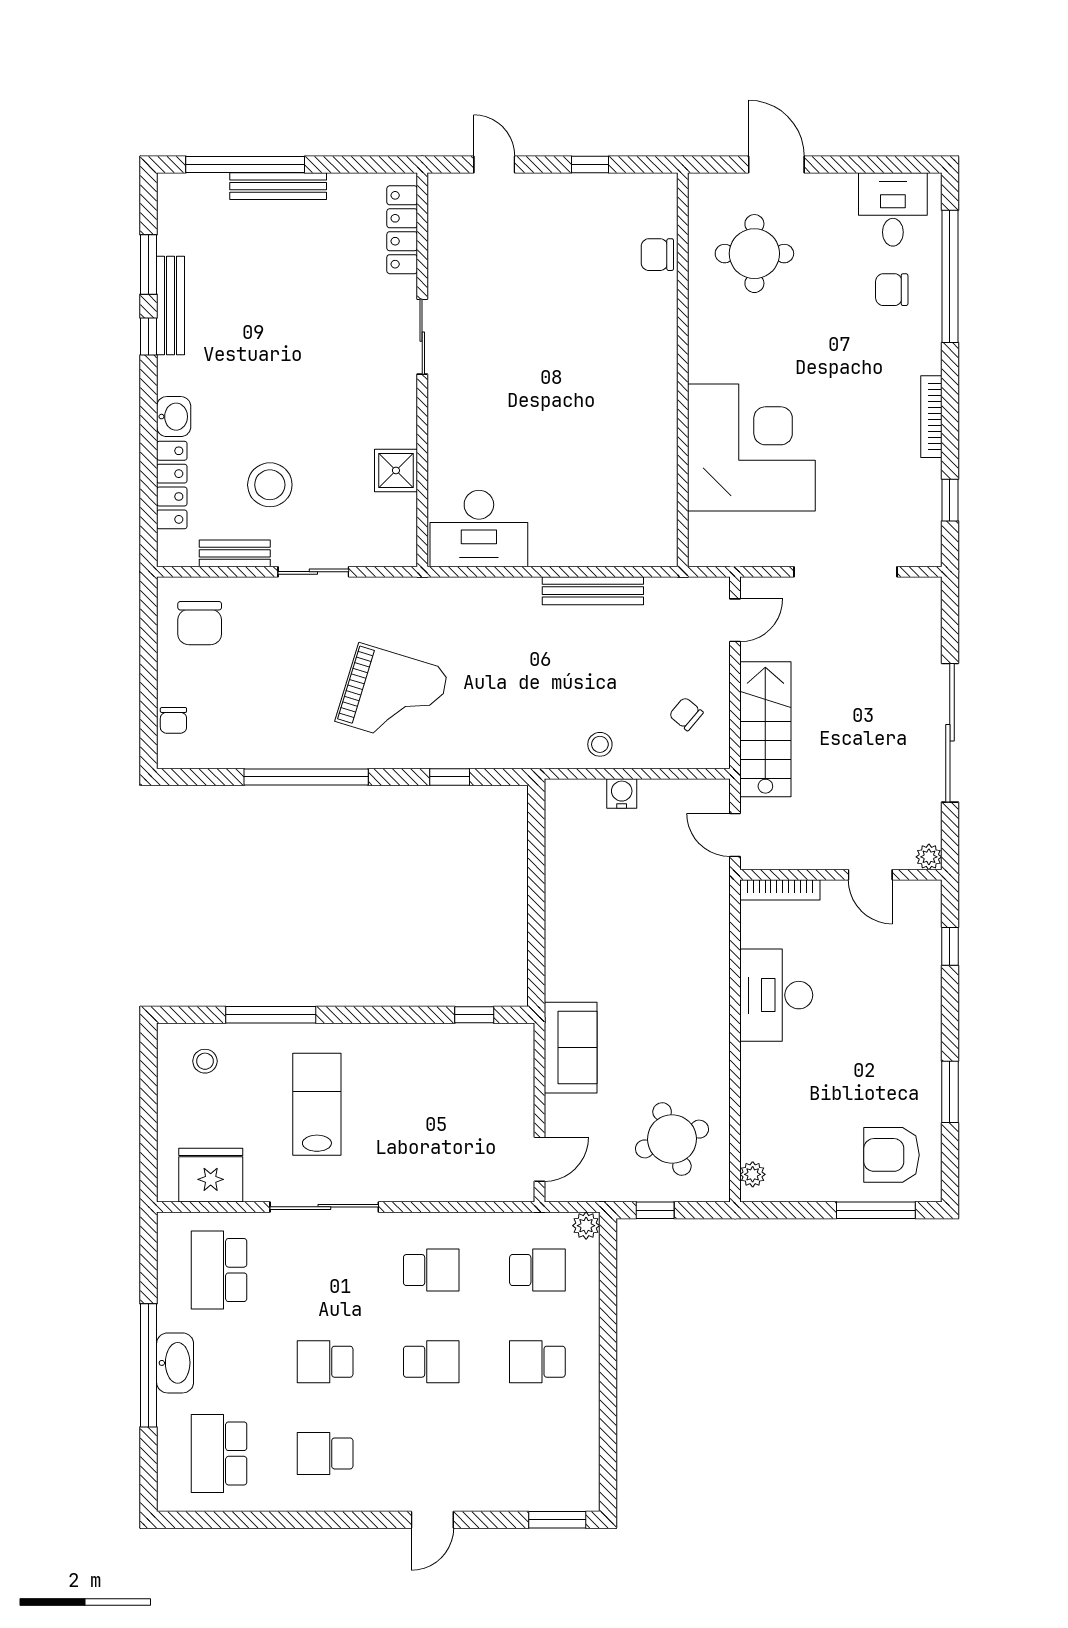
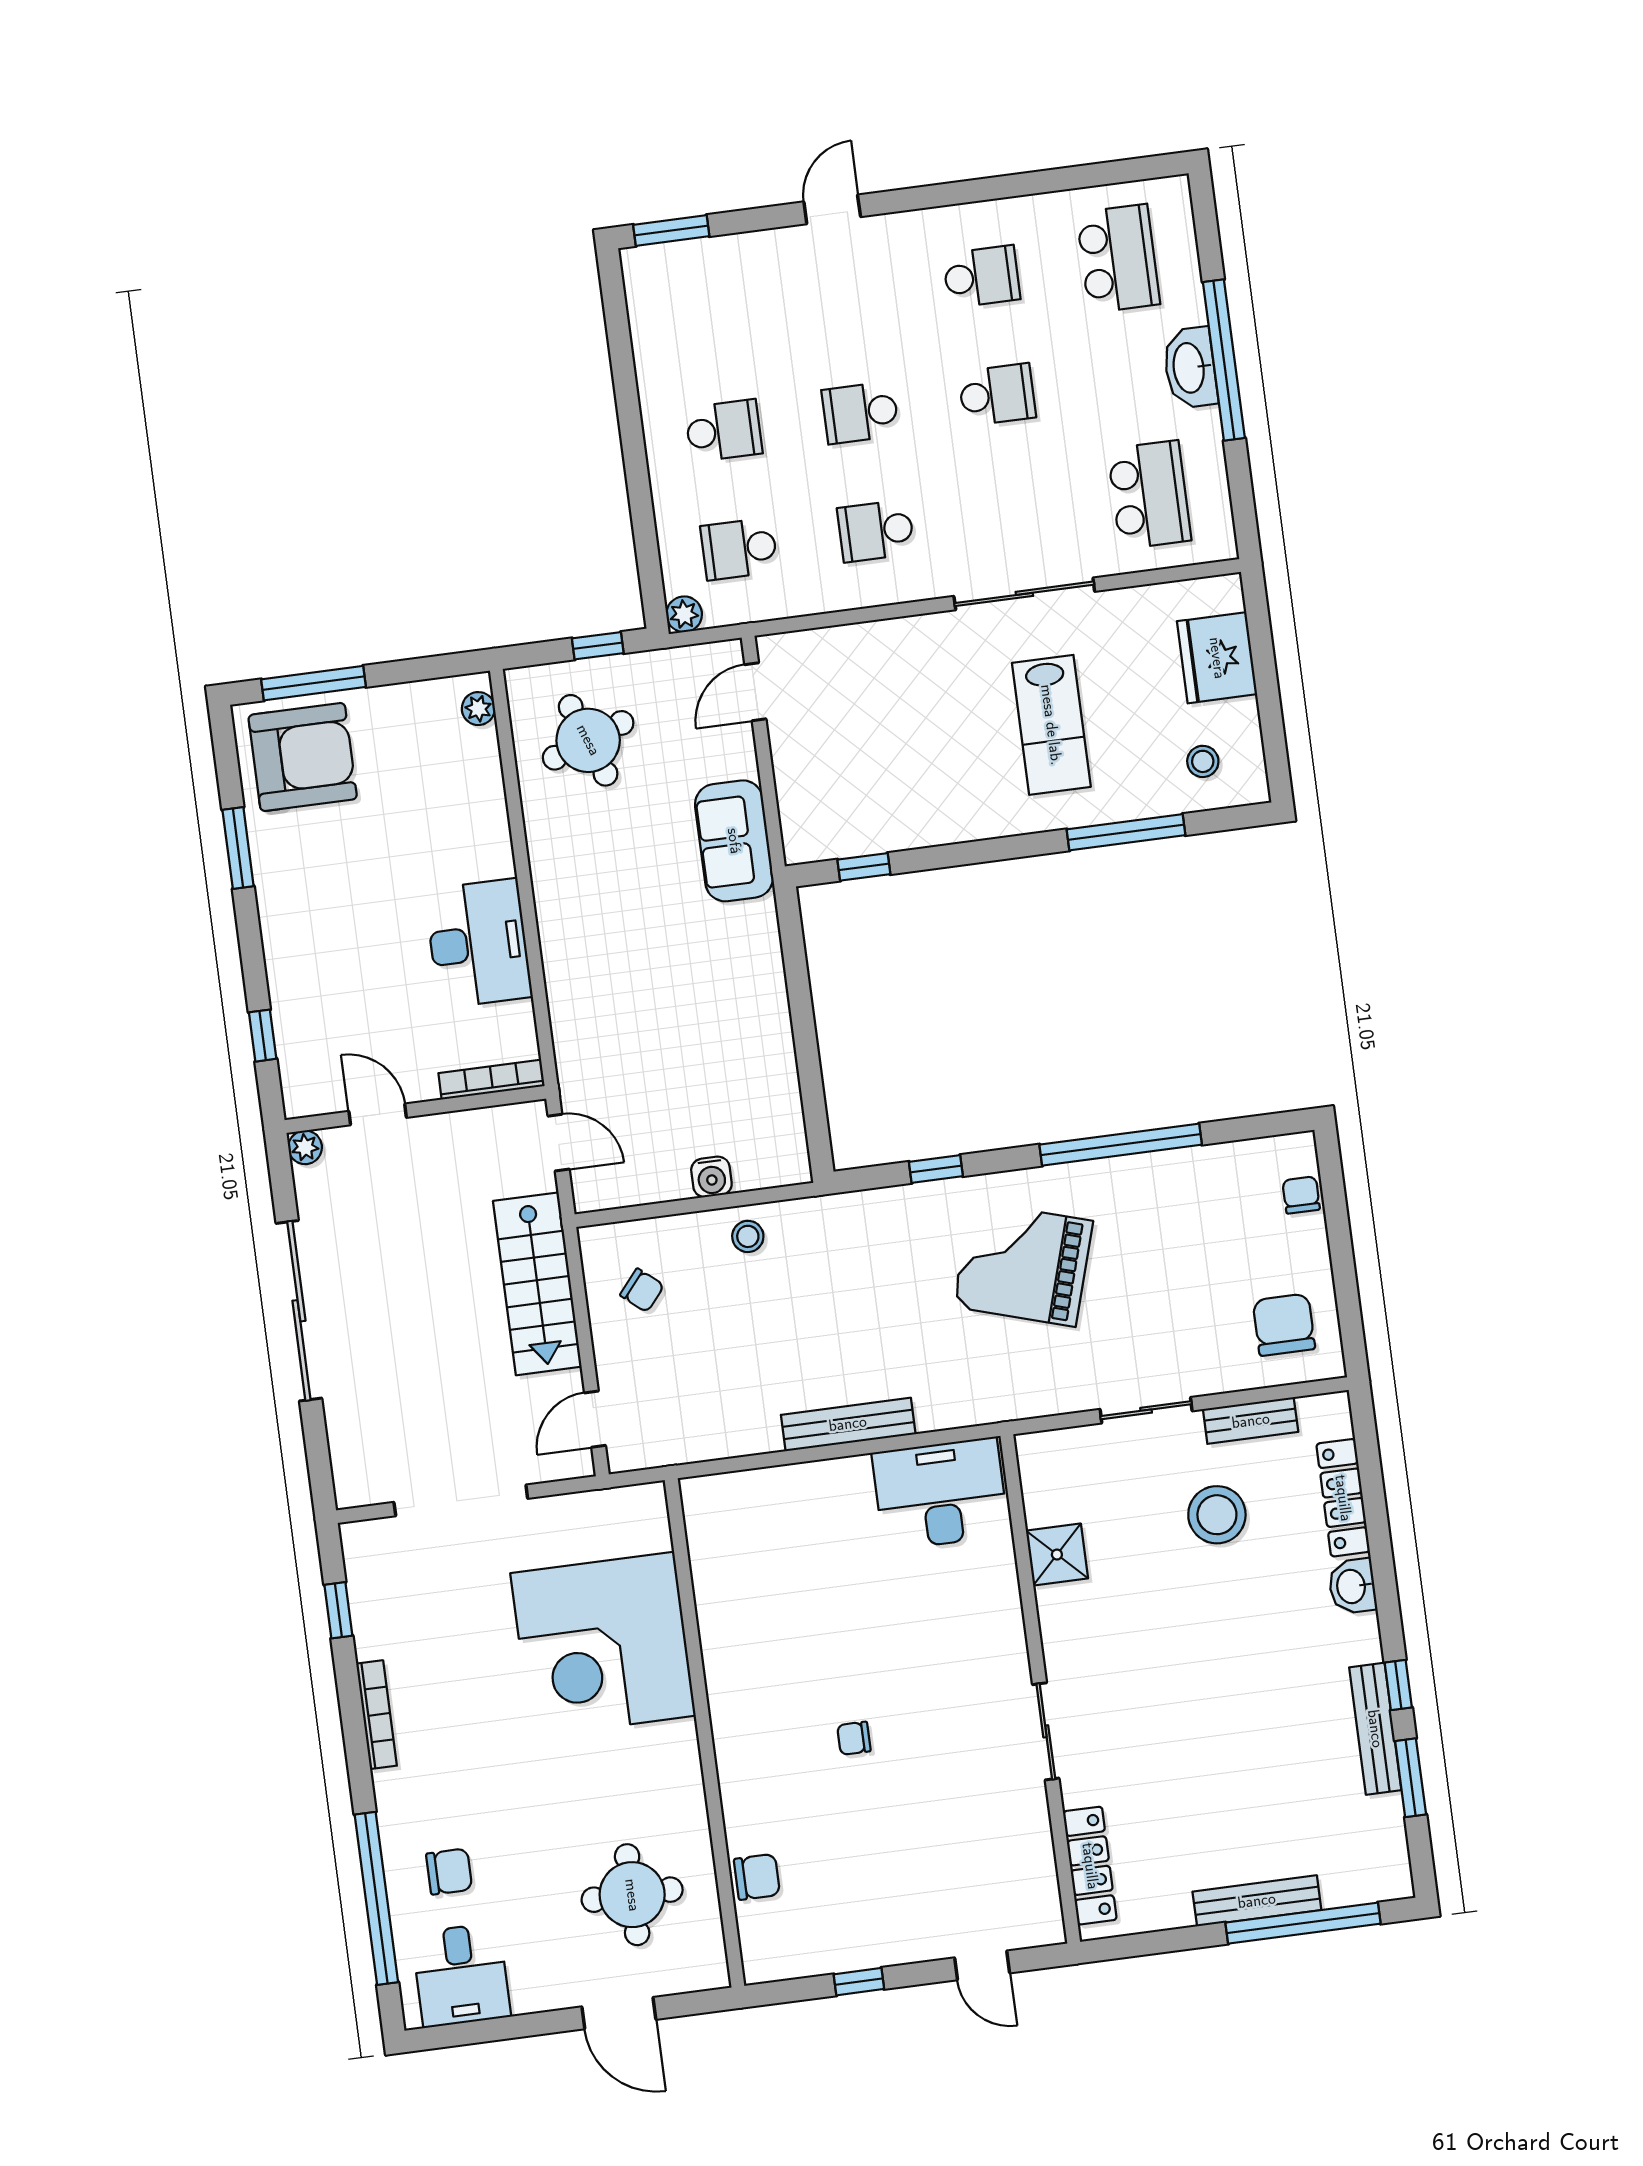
chair: (569, 351) -> (854, 1738), added
bench: (593, 591) -> (848, 1424), moved
armchair: (892, 1155) -> (303, 757), width x1.36, depth x1.36
fridge: (211, 1175) -> (1217, 658), moved, turned 90

